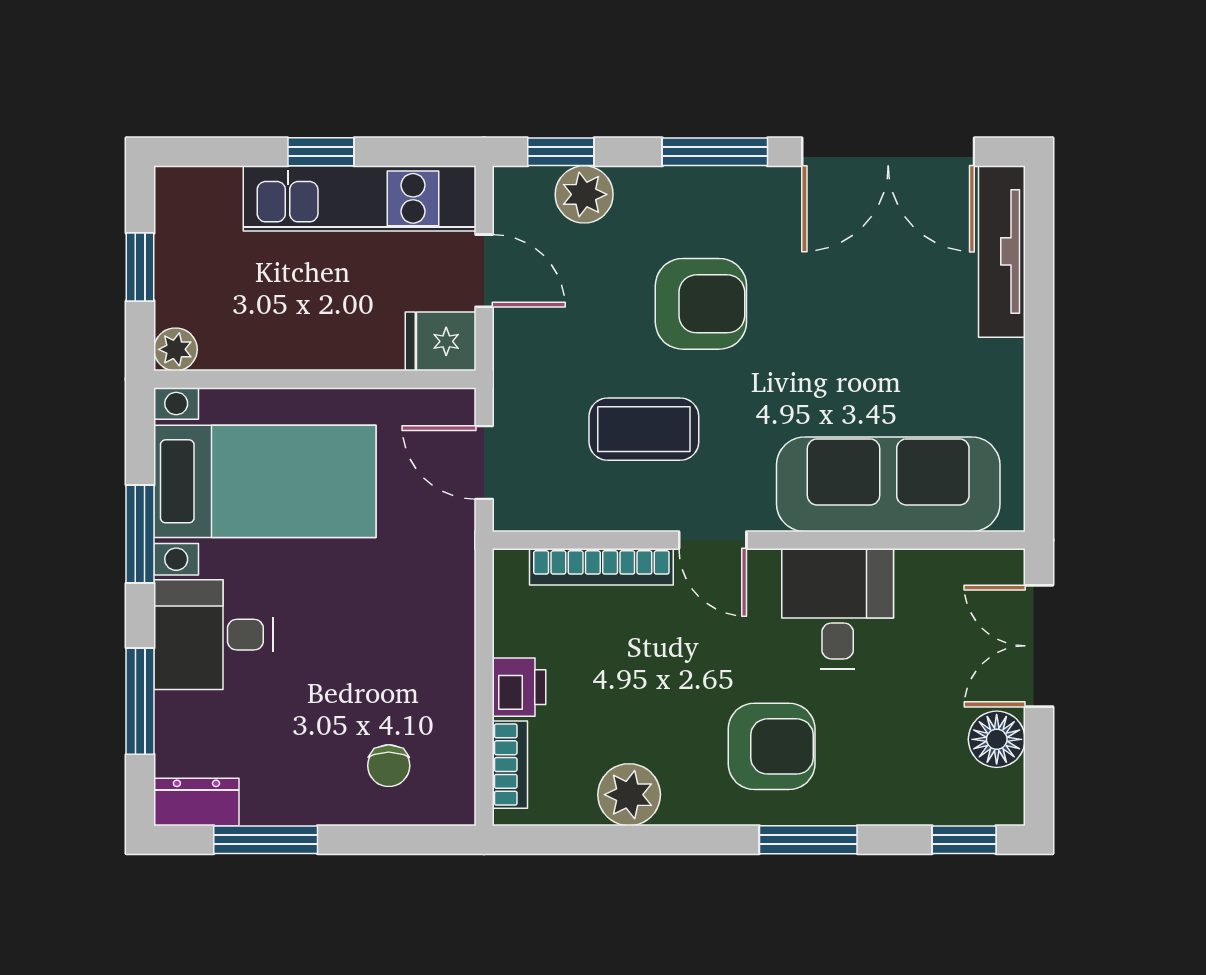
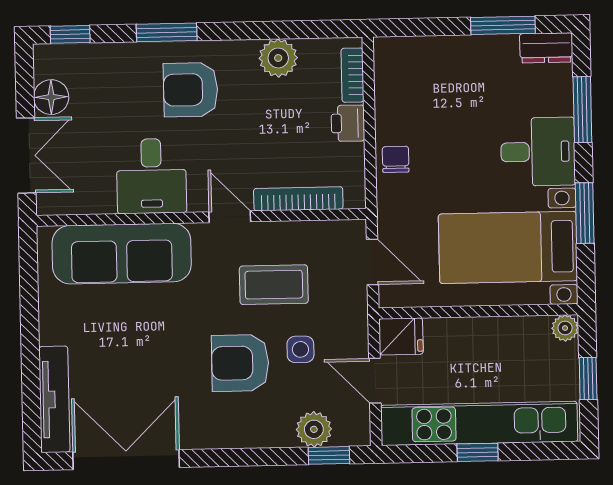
window: (715, 152) -> (233, 457), removed
kitchen unit: (360, 198) -> (479, 423), width x1.36
side table: (603, 324) -> (300, 349), added
chair: (389, 766) -> (396, 159), moved

